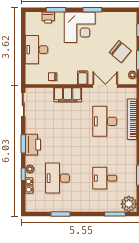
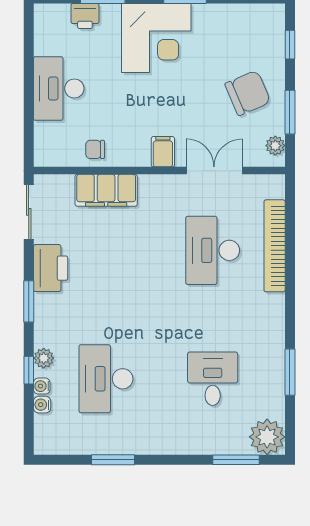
chair: (120, 52) -> (248, 93), turned -63
filing cabinet: (68, 95) -> (106, 190), moved
printer: (33, 145) -> (51, 268), moved
desk: (105, 178) -> (213, 379), turned 90

